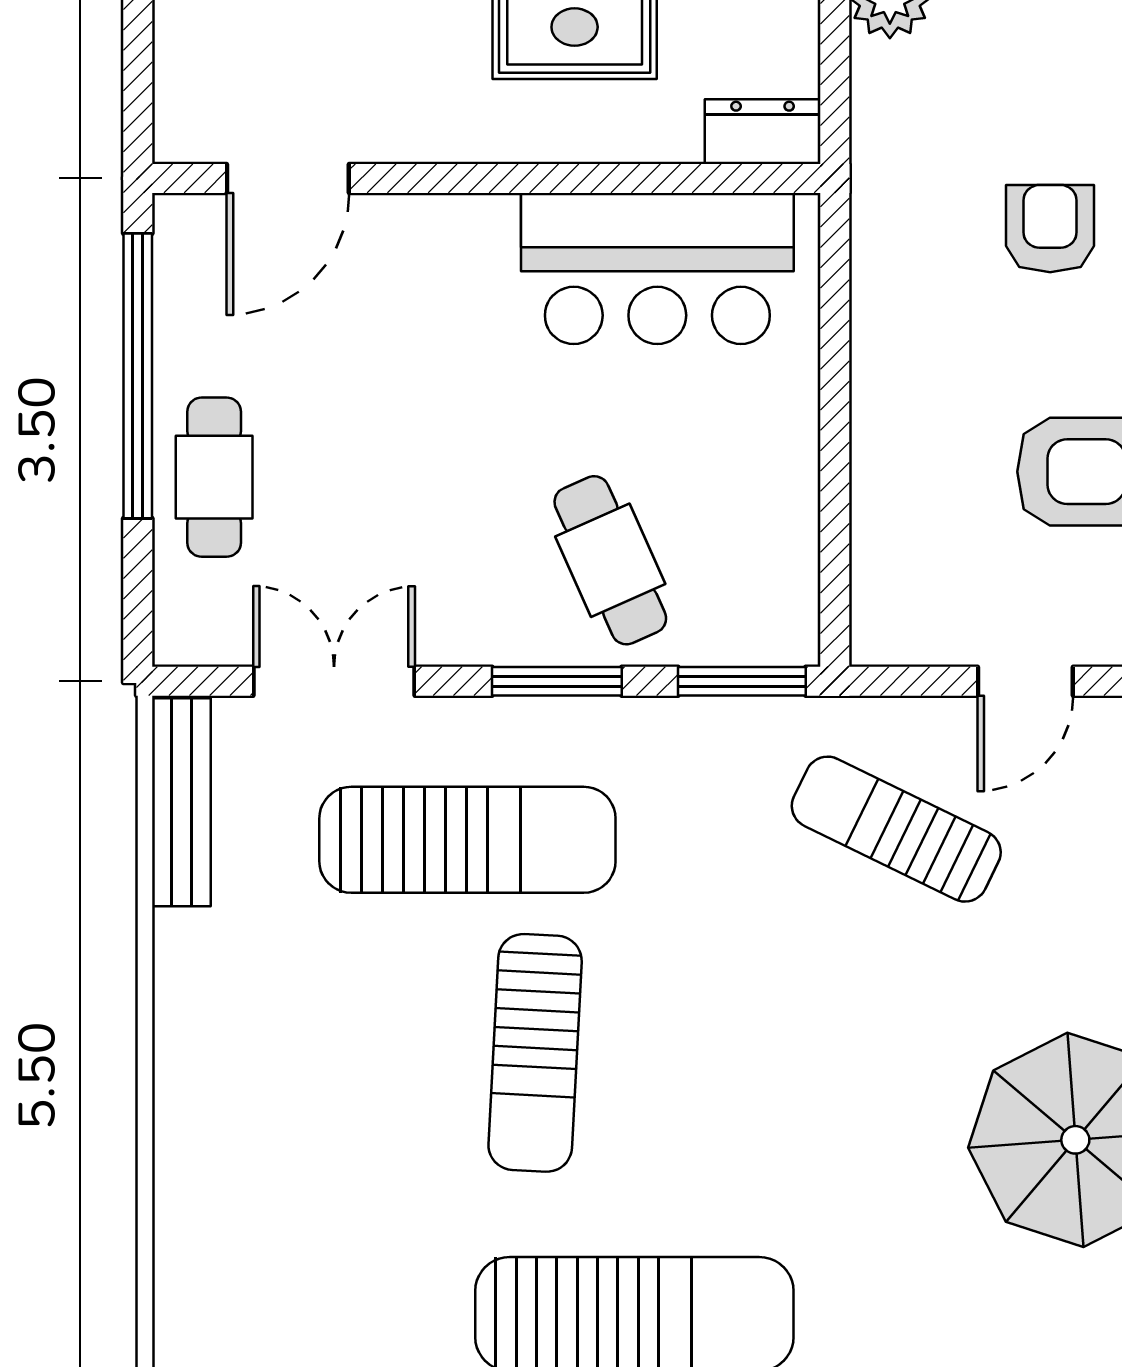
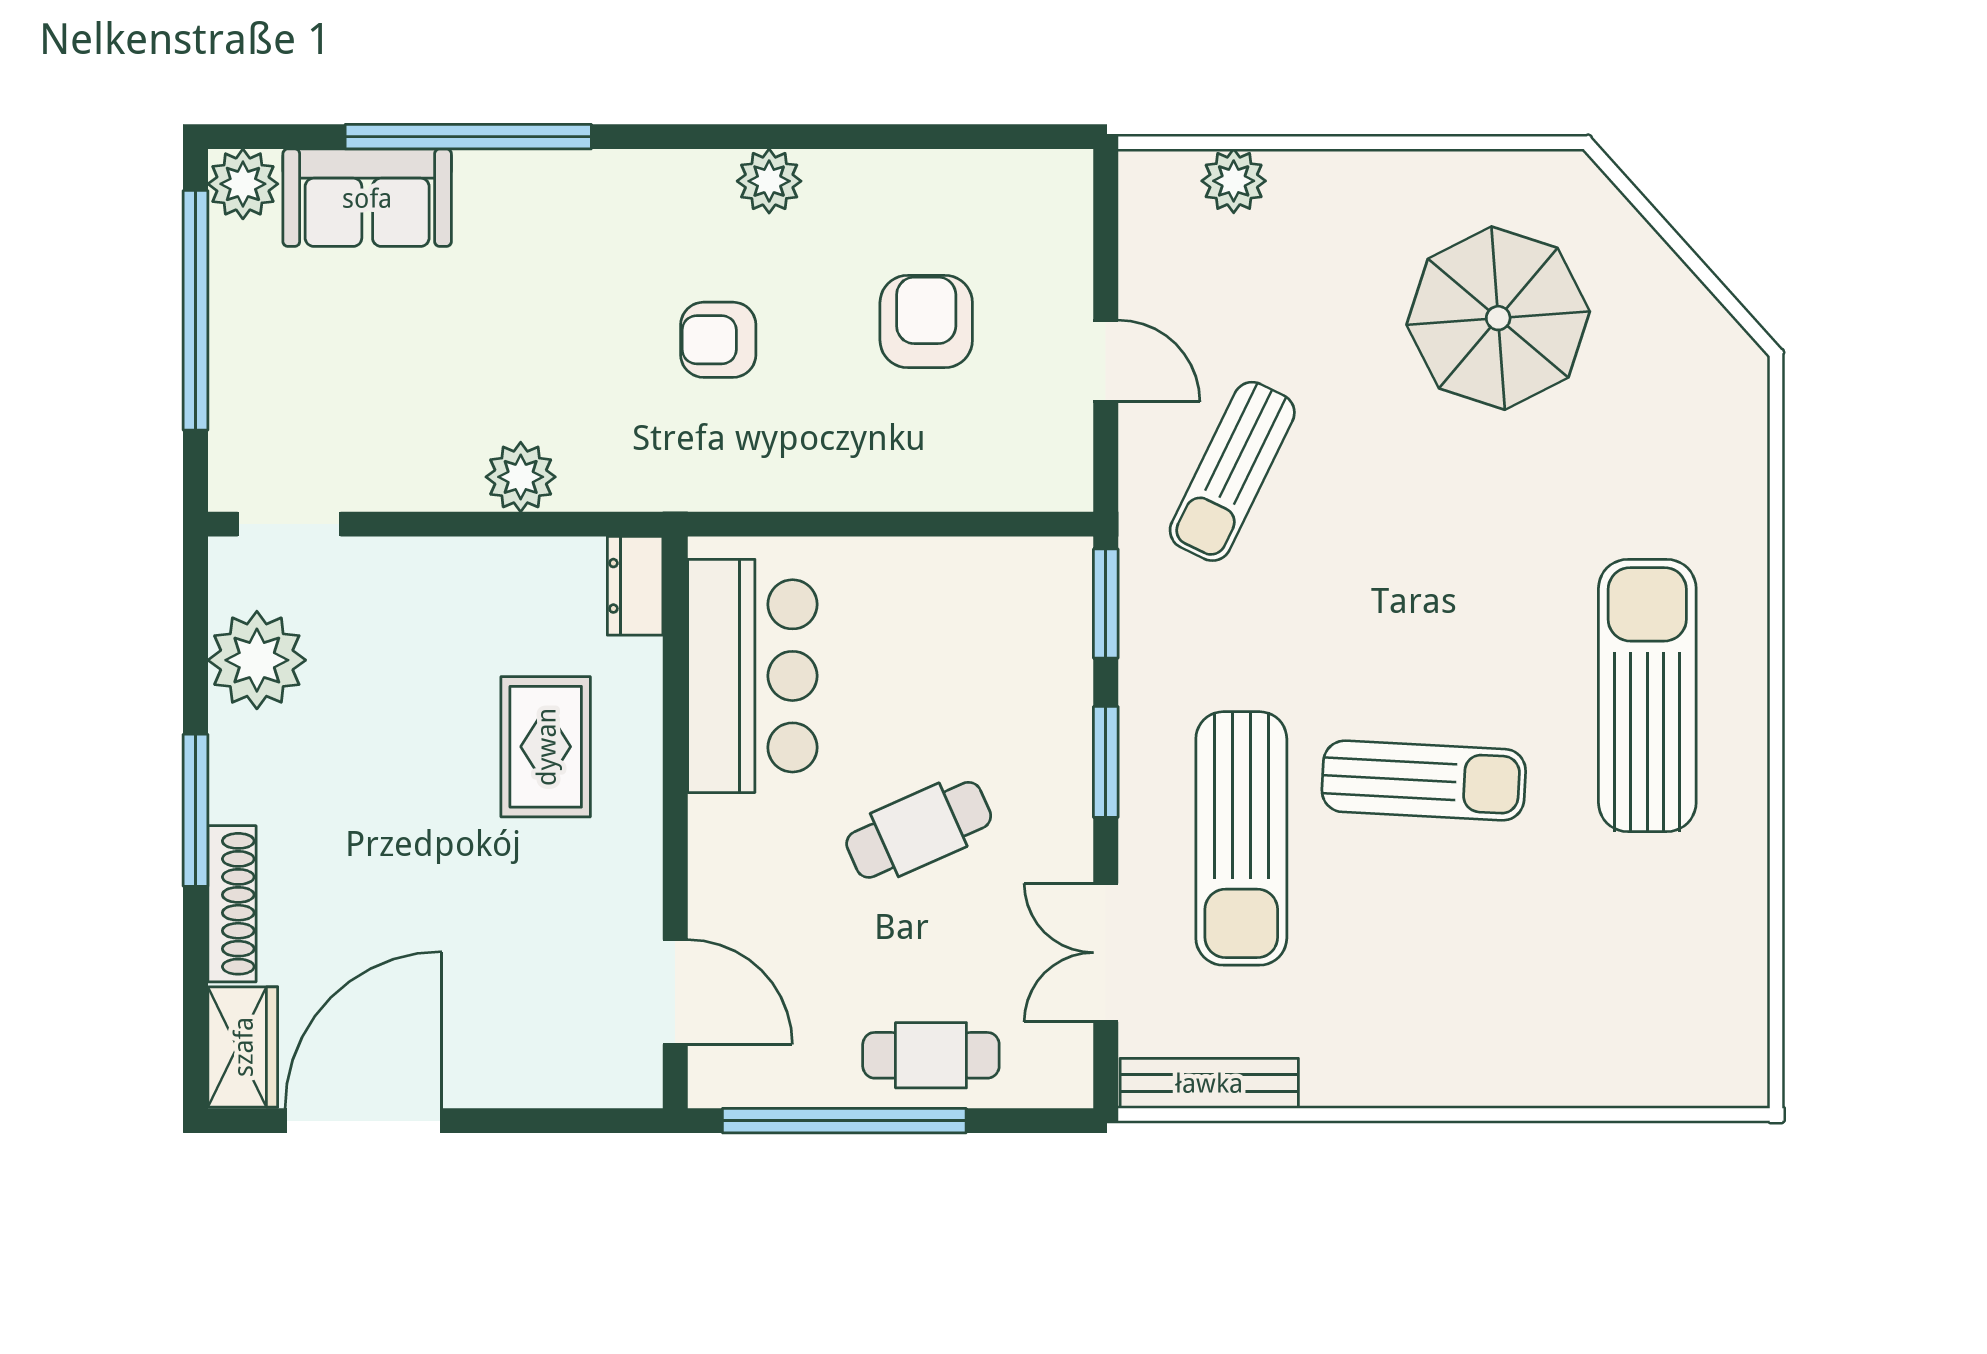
cafe table: (610, 560) -> (919, 830), moved
sun lounger: (467, 840) -> (1241, 838), turned 180

